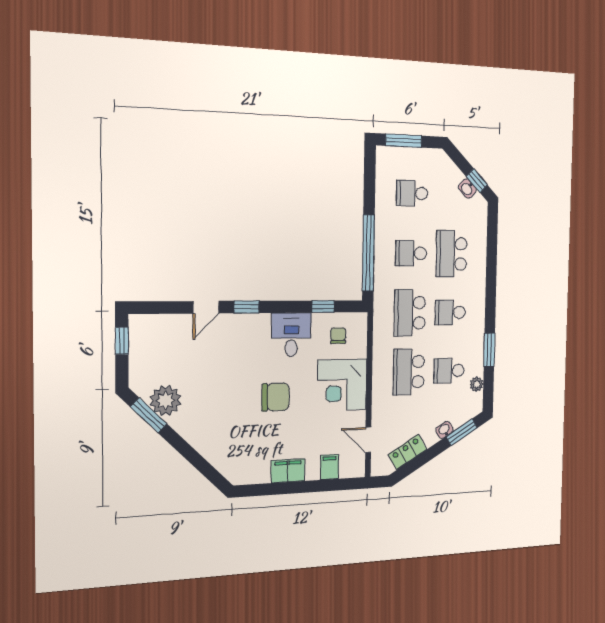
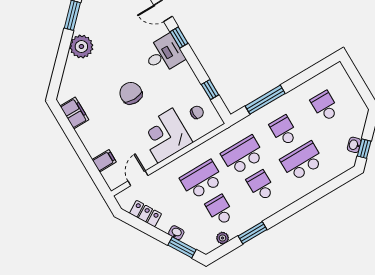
window: (404, 141) -> (356, 78), removed
window: (368, 253) -> (265, 100), width x0.68
desk: (291, 335) -> (164, 54), moved
chair: (276, 397) -> (131, 93), turned 180
plant: (166, 400) -> (81, 47), moved
filing cabinet: (288, 471) -> (74, 113), moved

